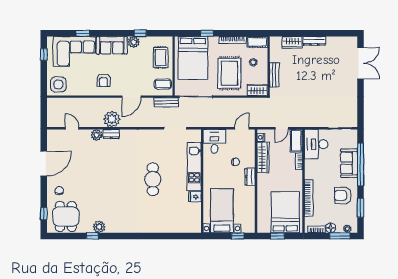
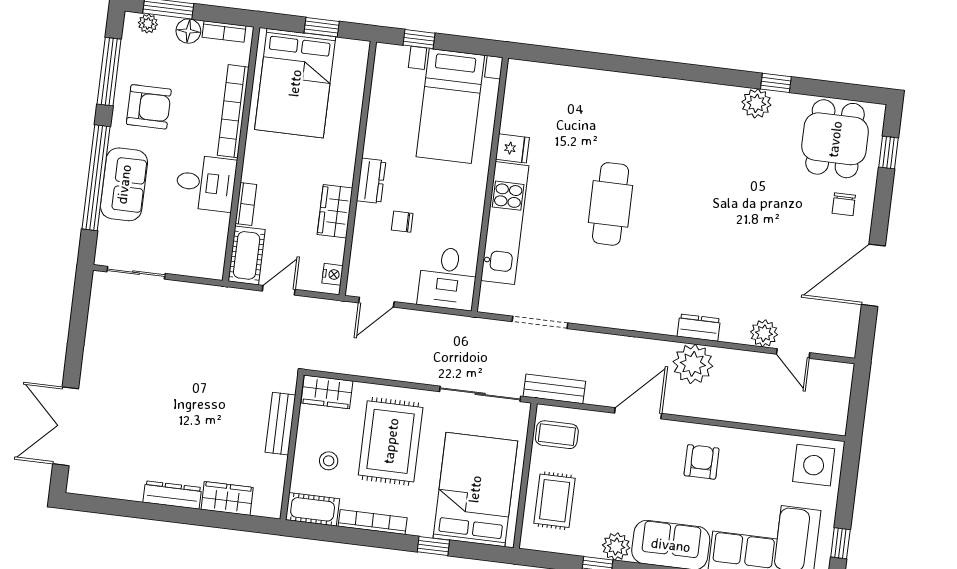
plant: (97, 135) -> (764, 333), moved
desk: (316, 144) -> (206, 183), moved, width x0.73
wardrobe: (263, 158) -> (335, 211), width x0.67
window: (361, 208) -> (109, 72), width x1.44

